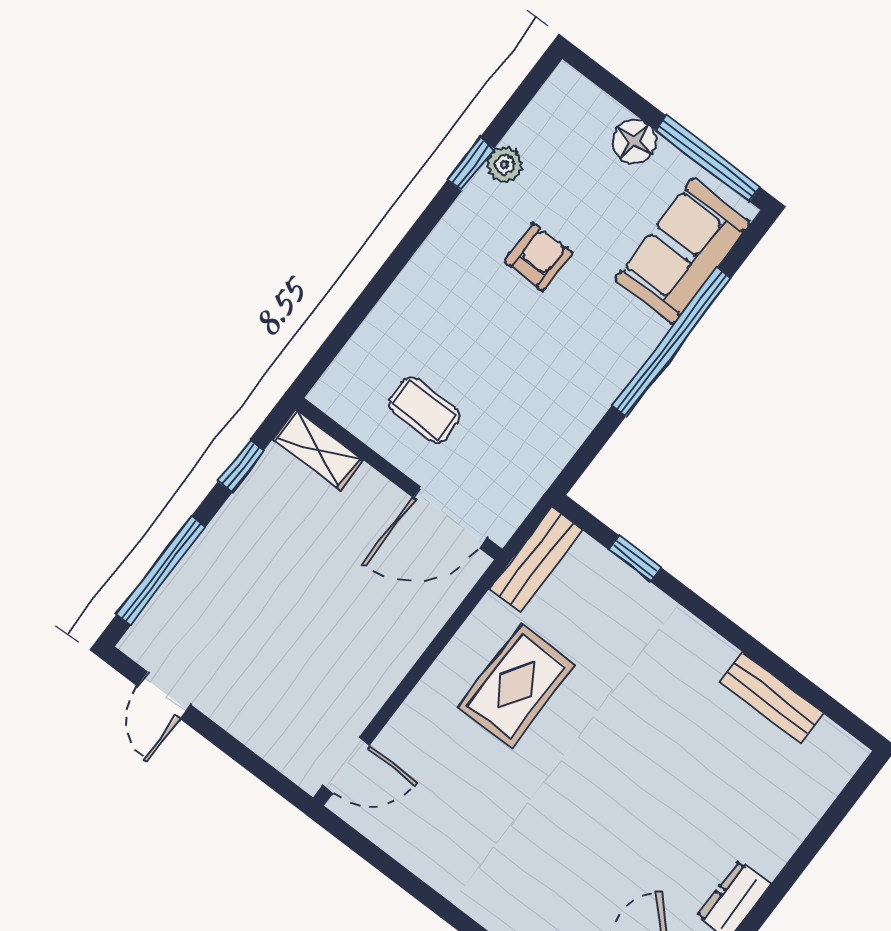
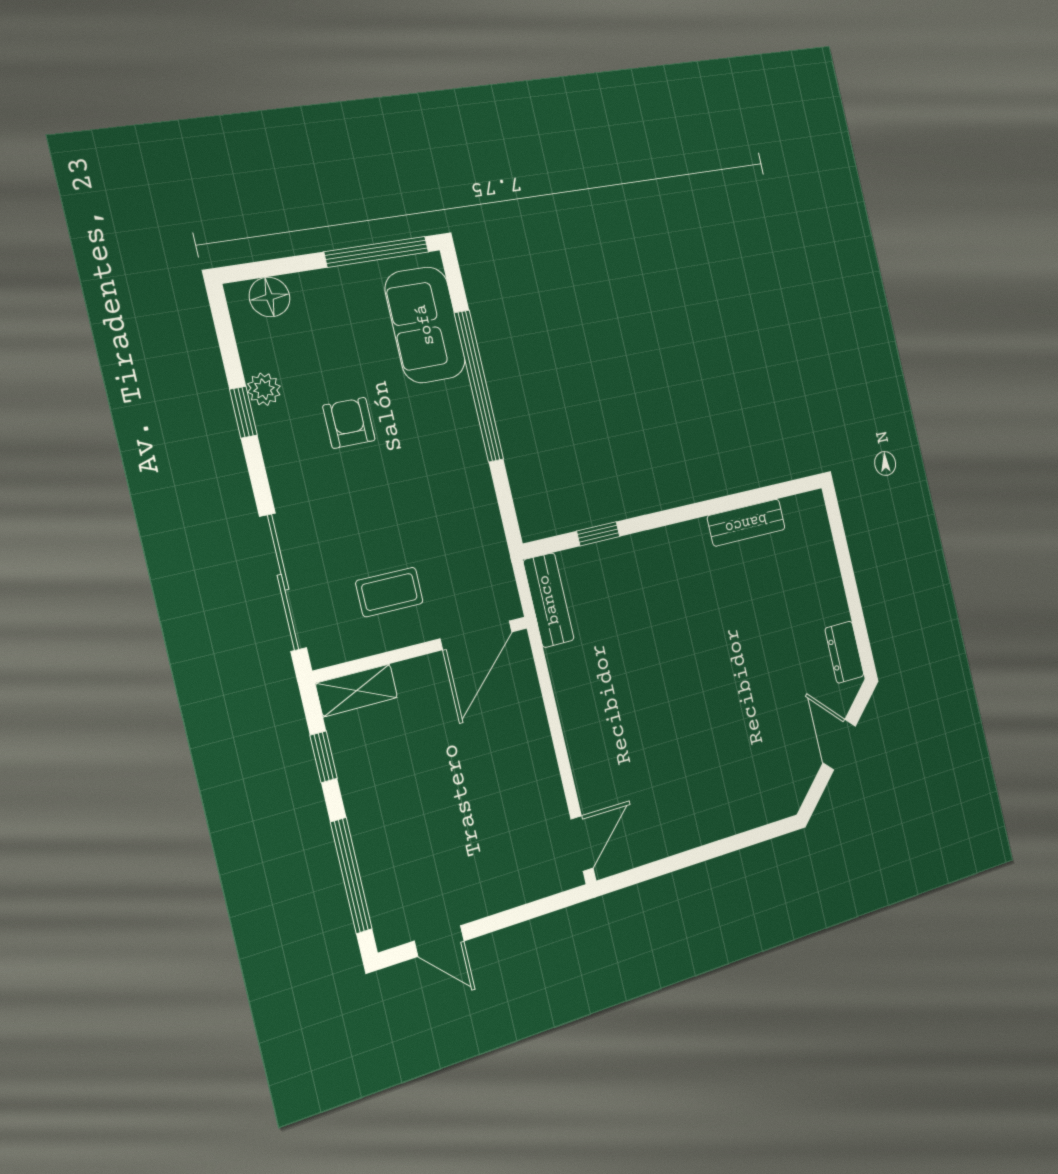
floor lamp: (634, 141) -> (269, 297), moved
sliding door: (357, 313) -> (283, 582), added
rug: (517, 686) -> (618, 682), removed

